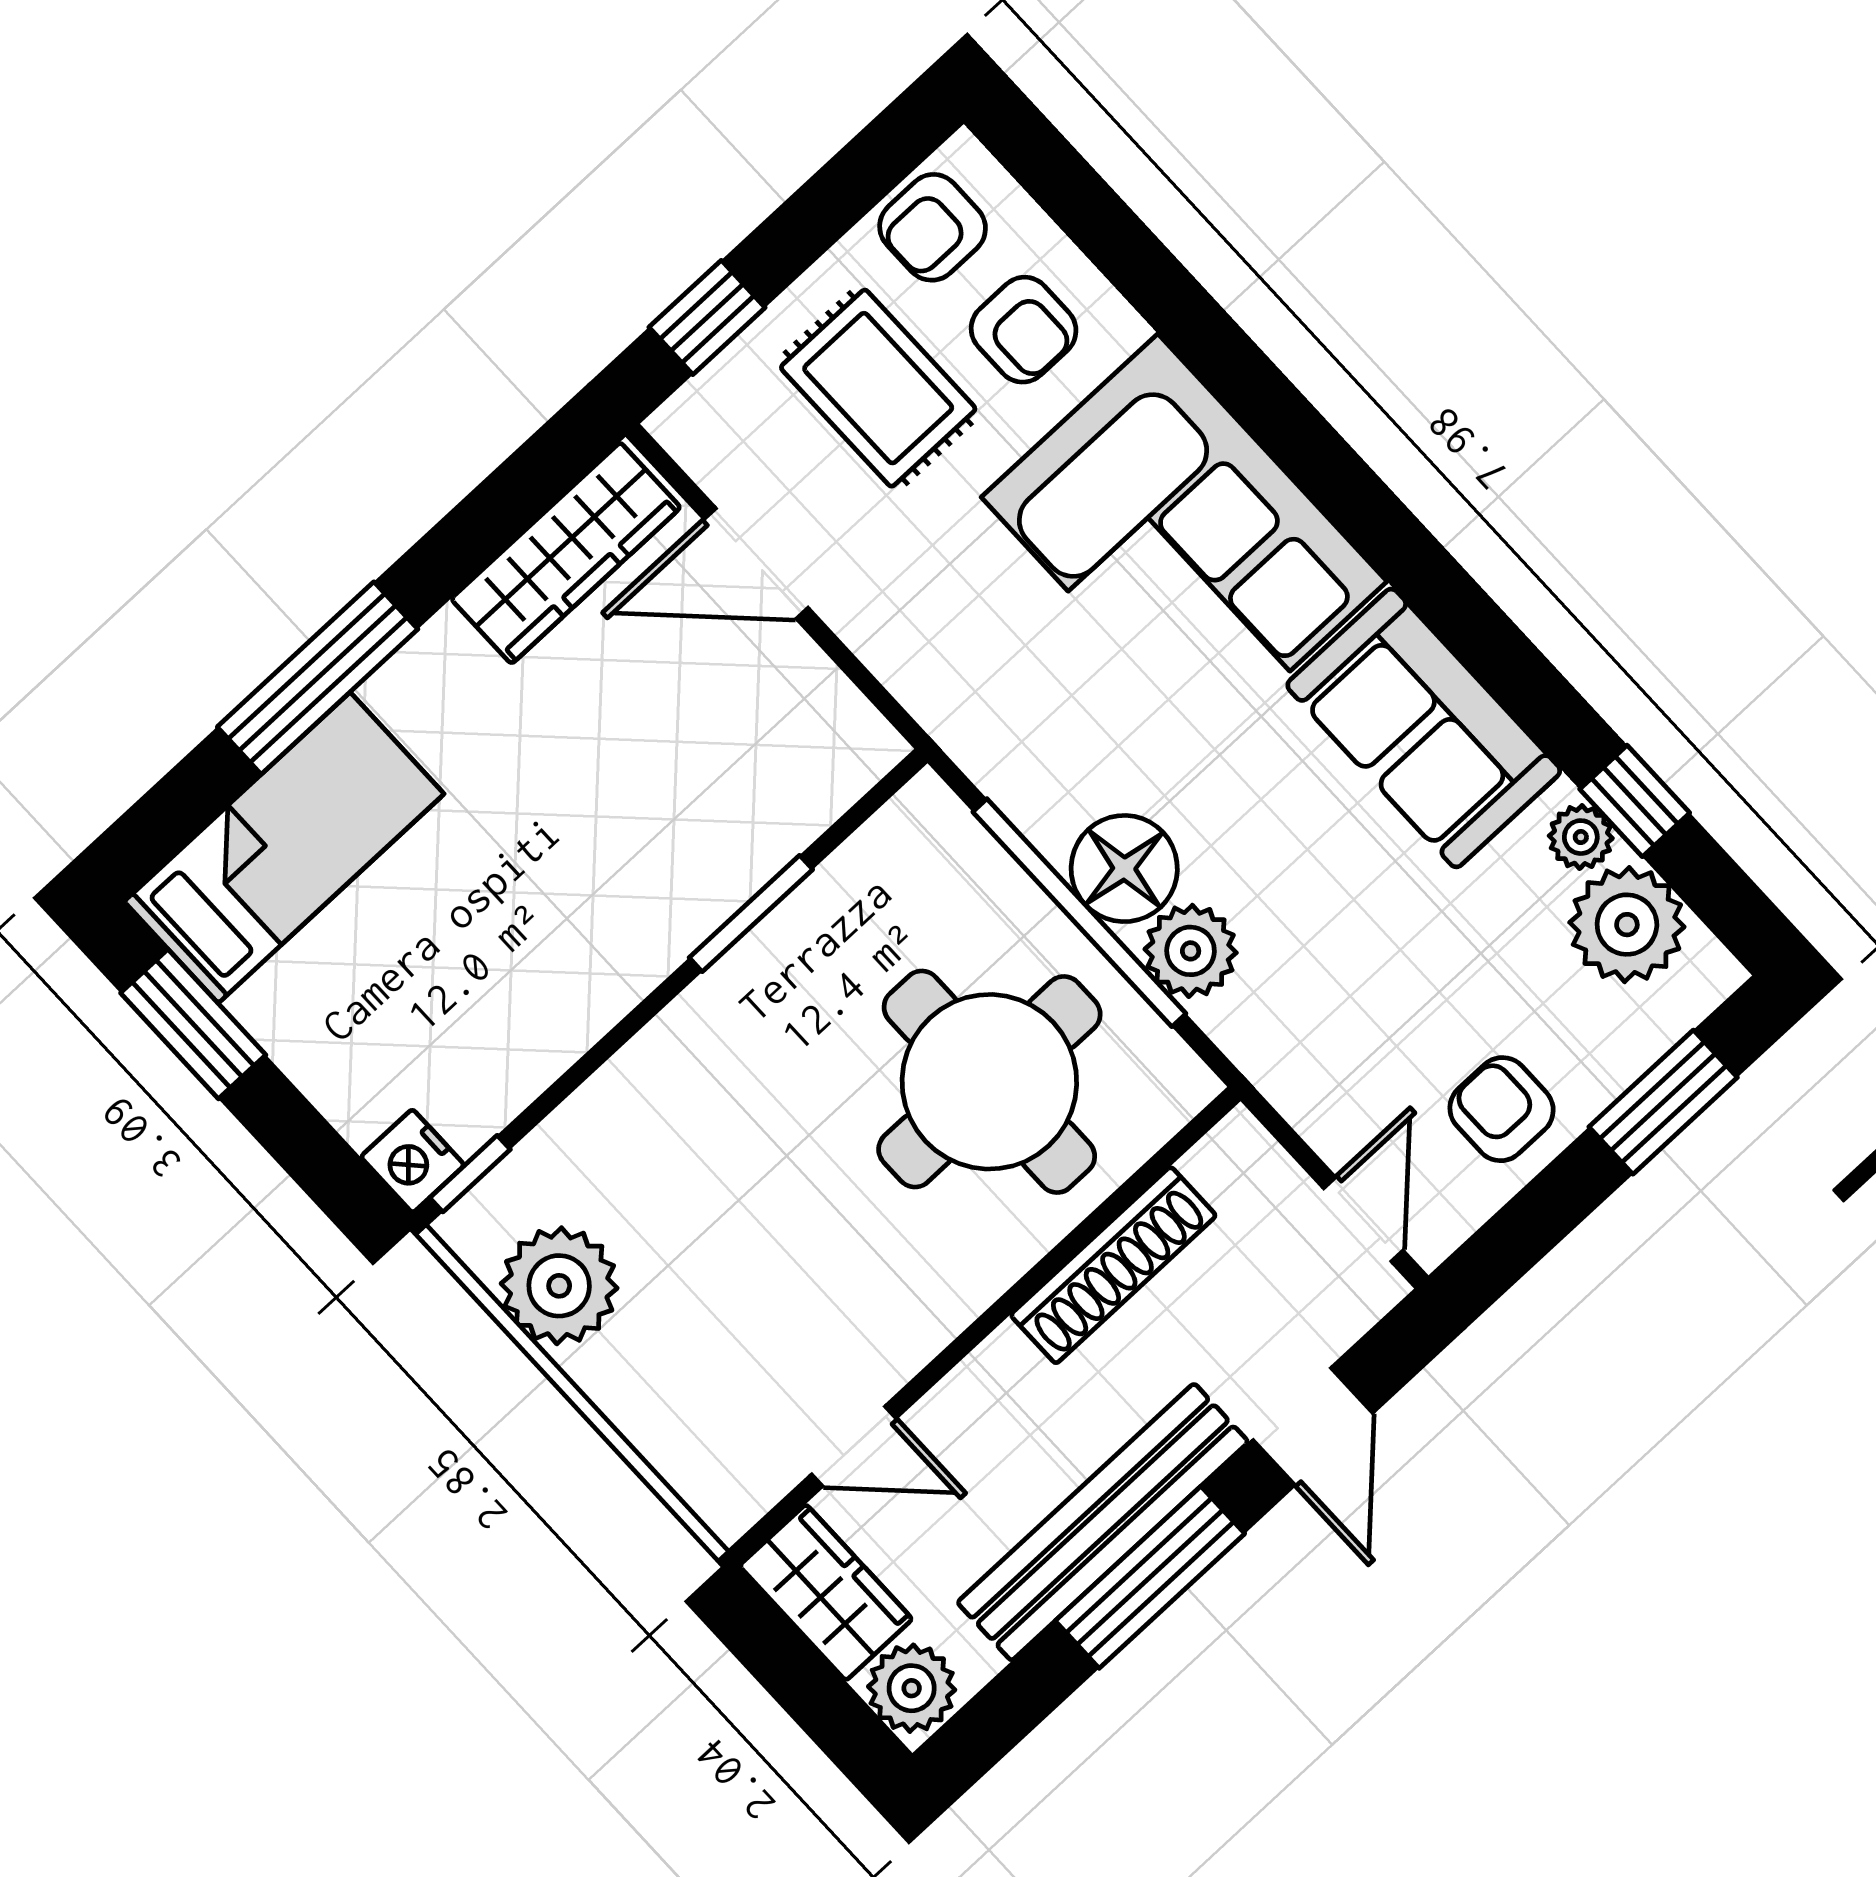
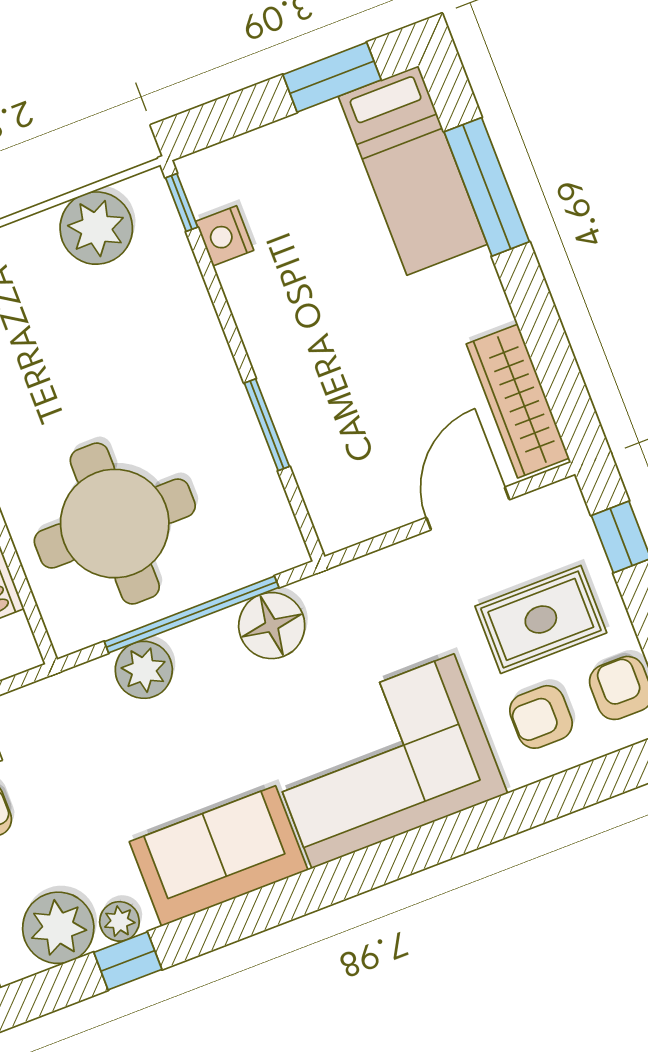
window: (318, 678) -> (487, 187), moved
floor lamp: (1124, 869) -> (272, 626), moved
nightstand: (413, 1161) -> (225, 236), moved, turned -90

